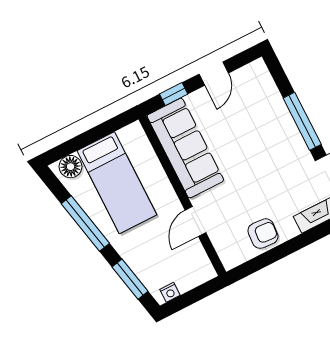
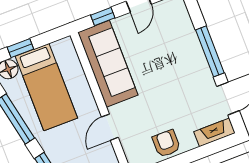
window: (82, 141) -> (20, 48), added
armchair: (263, 234) -> (166, 144), turned -94

